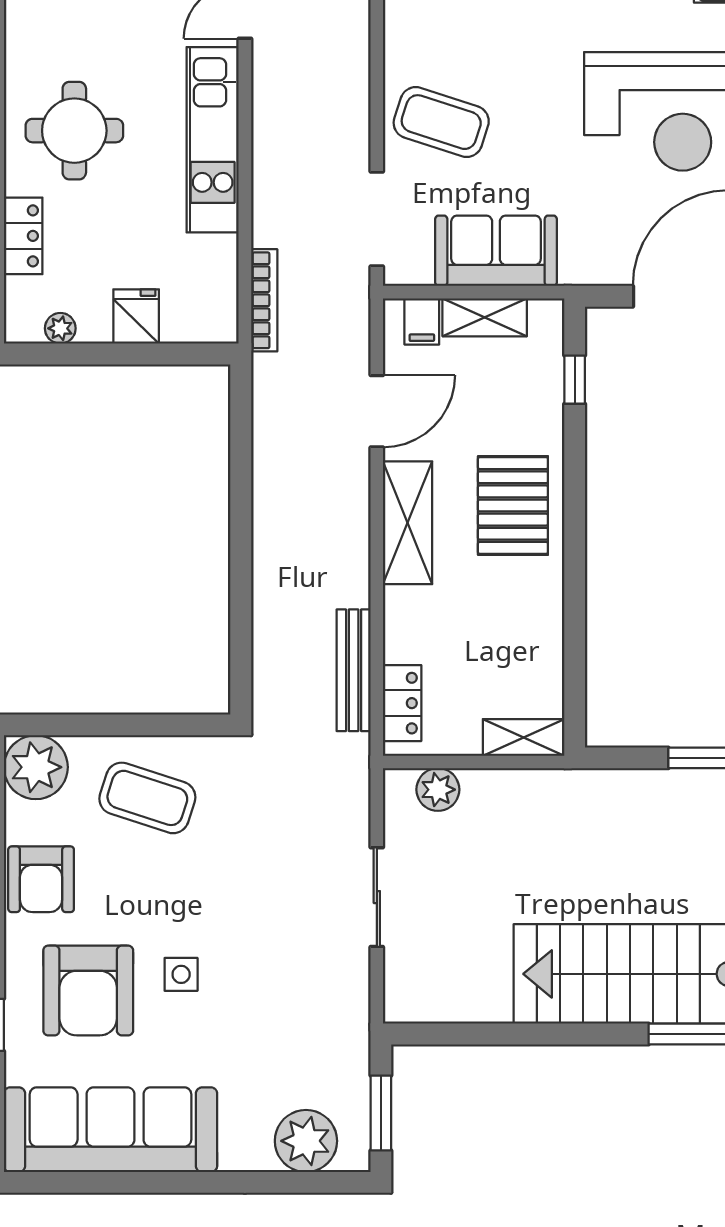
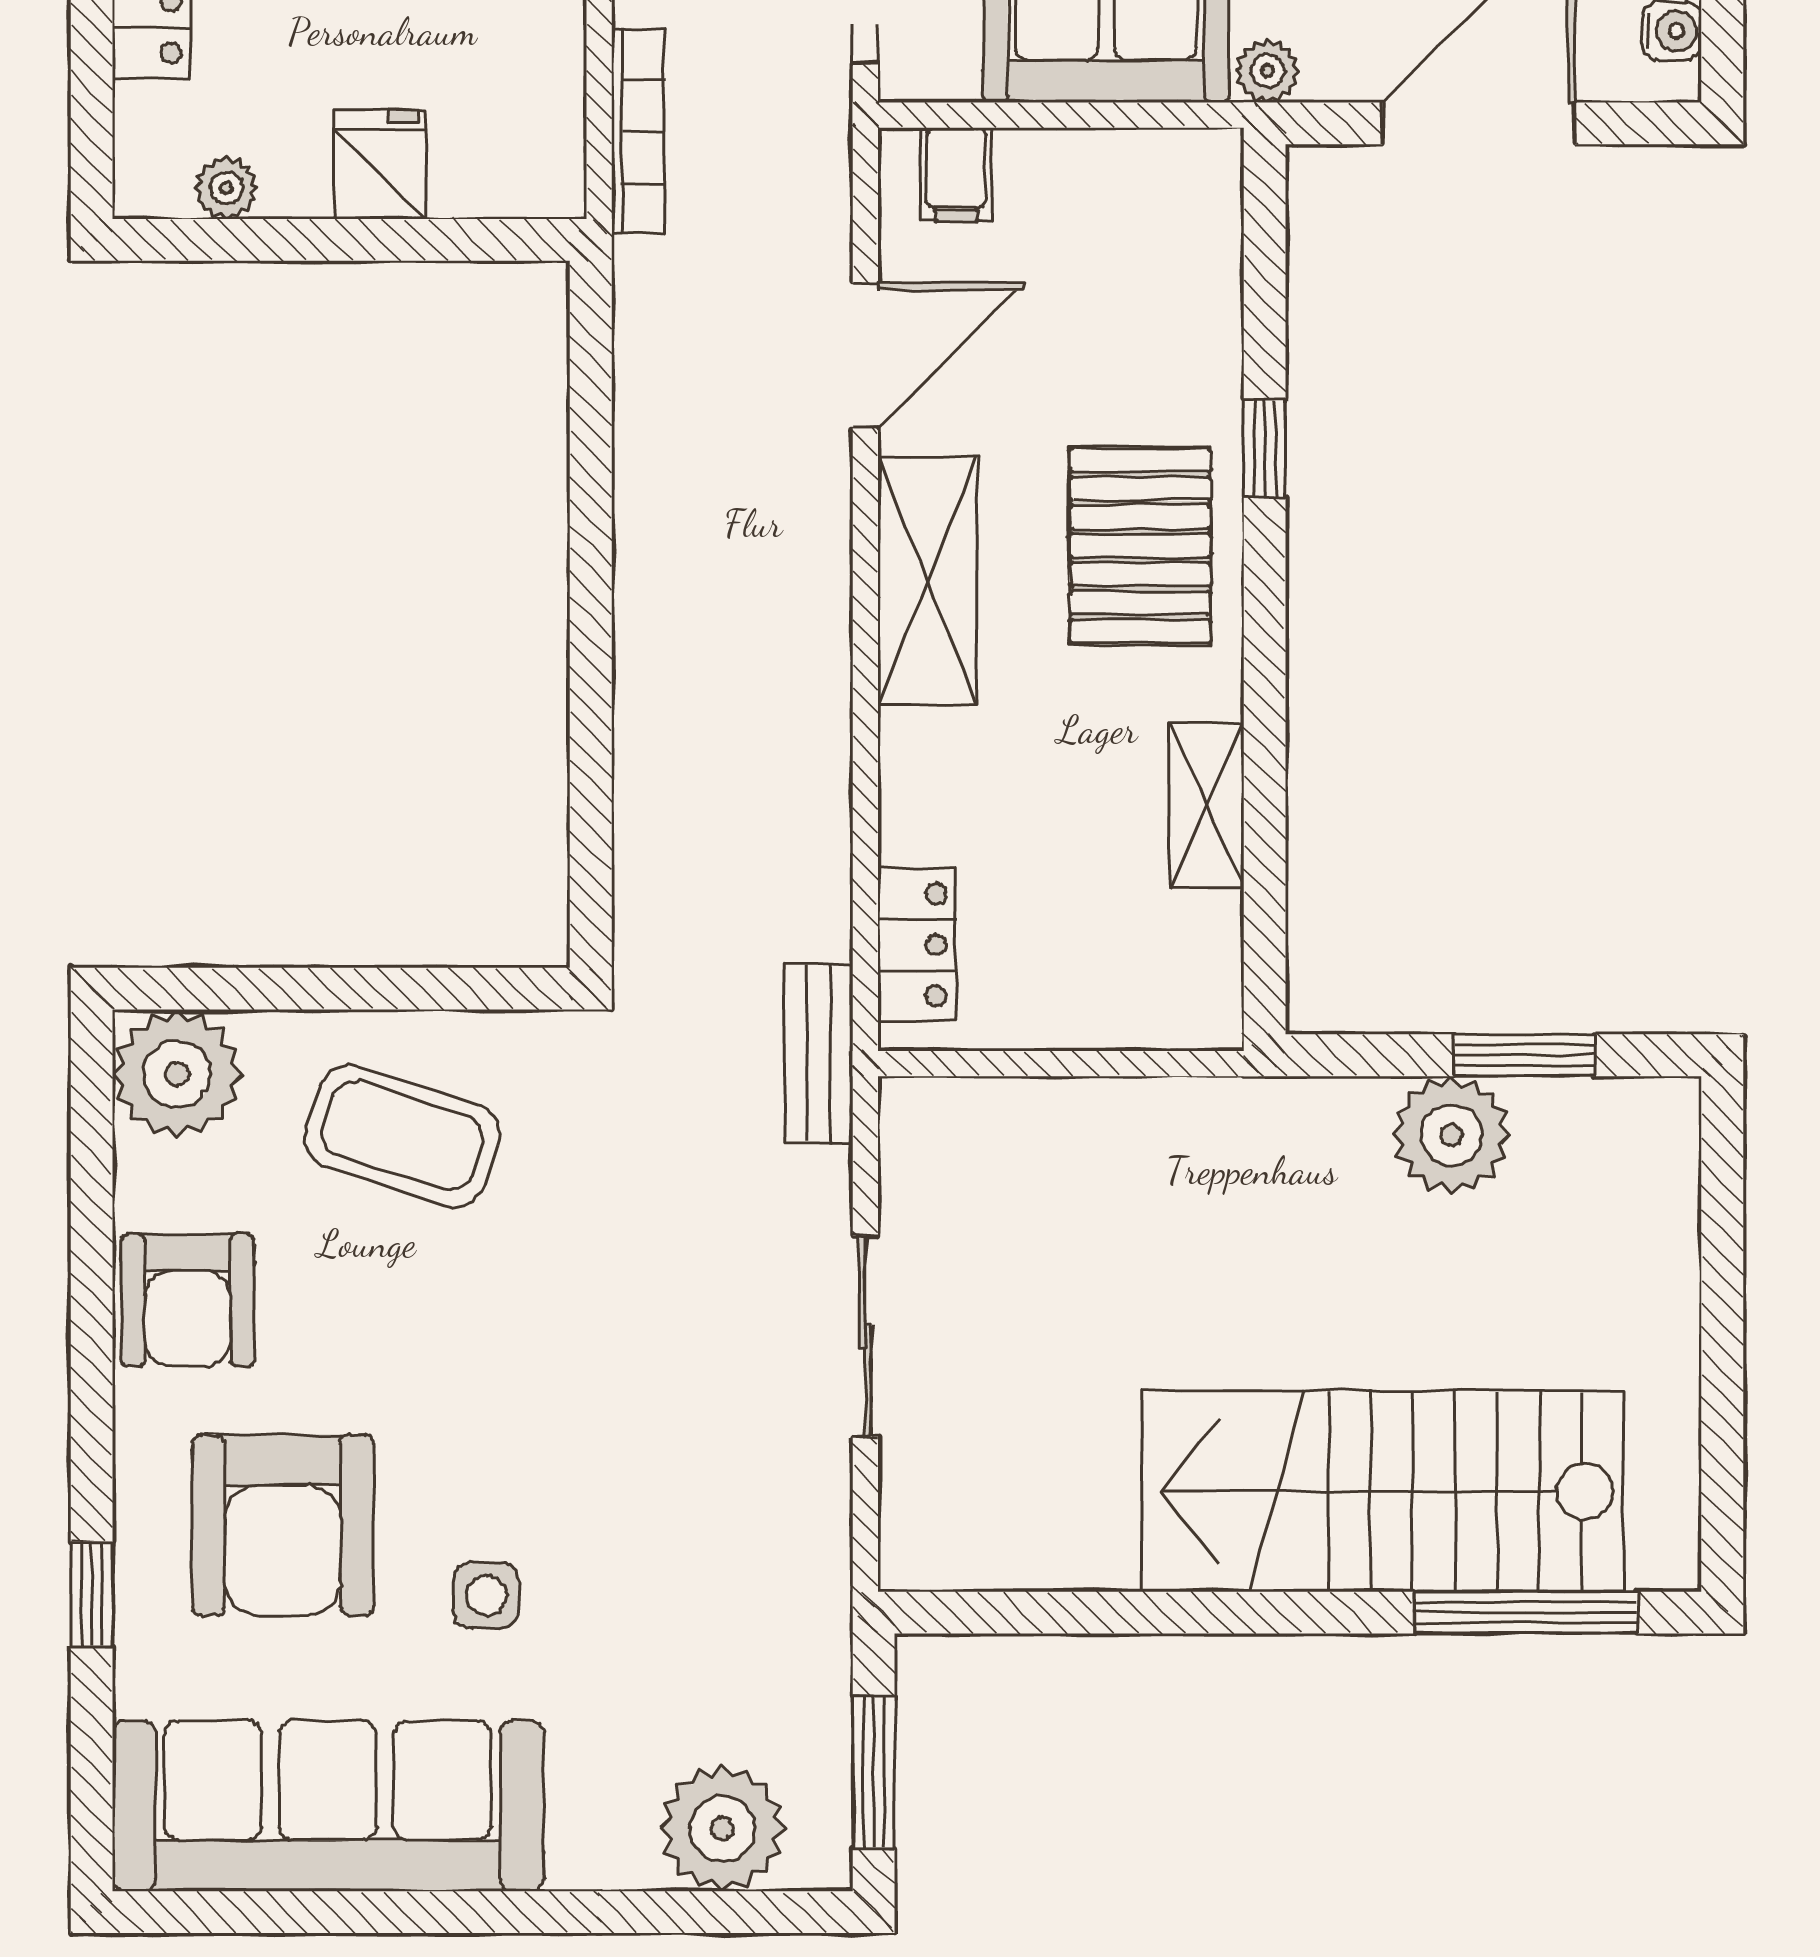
plant: (576, 270) -> (1267, 71), added
shelving: (485, 317) -> (1083, 166), removed
window: (575, 380) -> (1265, 448), moved
bench: (354, 670) -> (818, 1054), moved, width x0.73
shelving: (524, 737) -> (1207, 806), moved, turned 90
plant: (438, 790) -> (1451, 1135), moved, width x1.36, depth x1.36
side table: (181, 974) -> (486, 1595), moved

